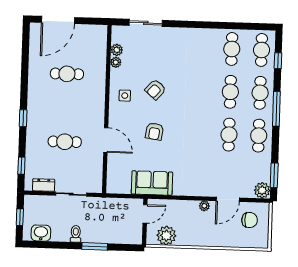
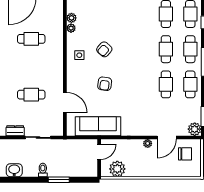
door: (106, 140) -> (65, 103), moved
sofa: (152, 183) -> (98, 126), width x1.36

